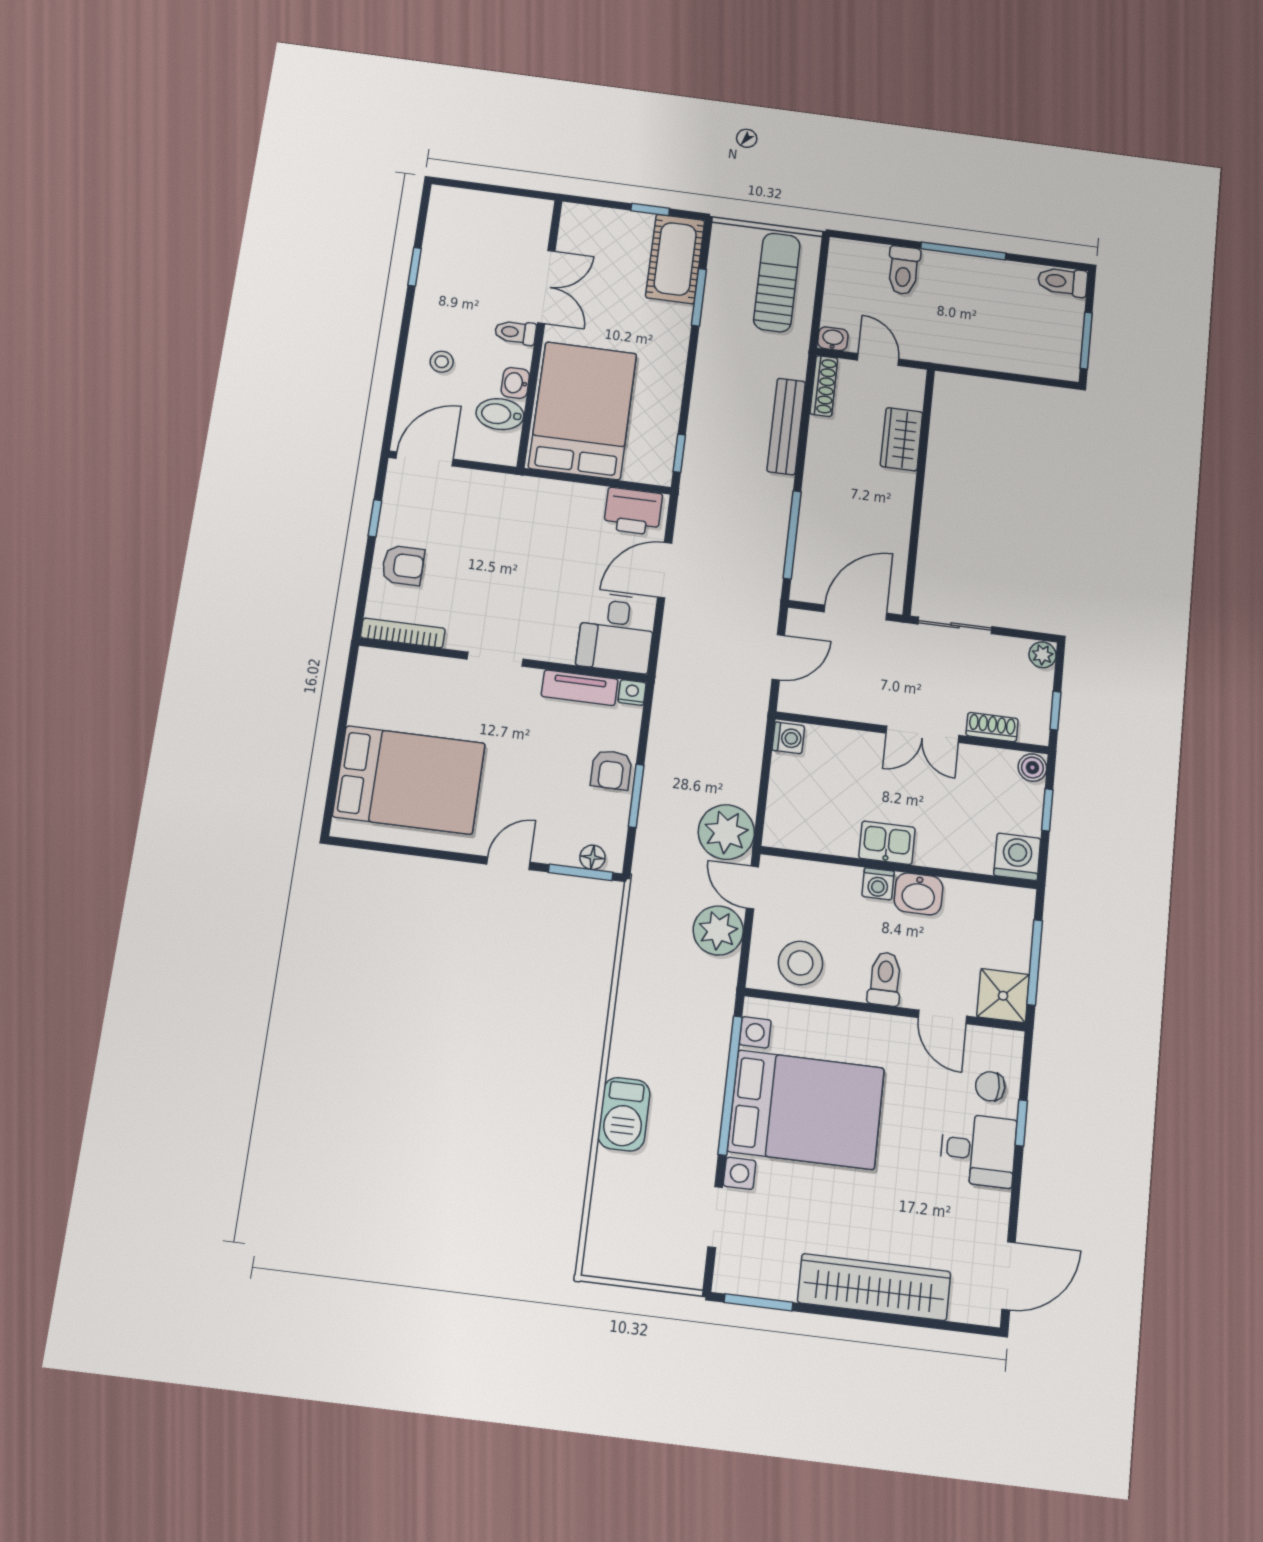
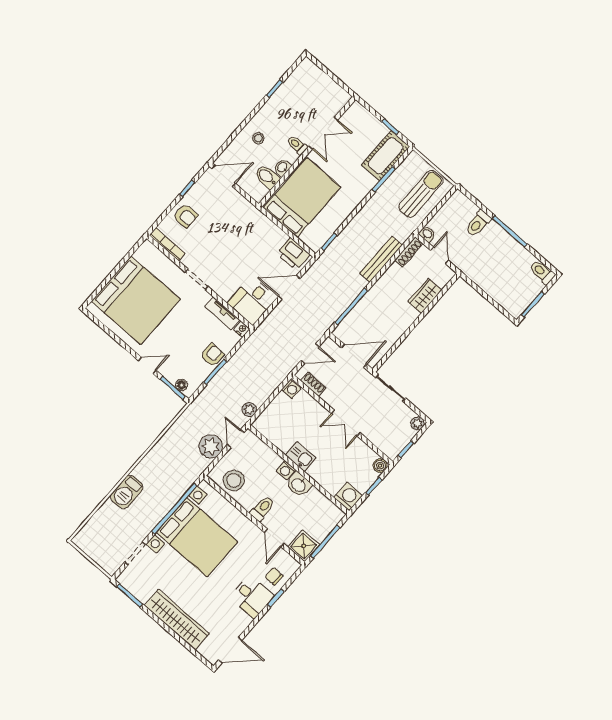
shoe rack: (992, 727) -> (313, 384), moved
armchair: (611, 770) -> (212, 355), turned 180
bed: (409, 780) -> (136, 300), width x1.36
plant: (726, 832) -> (249, 409), width x0.53, depth x0.53

